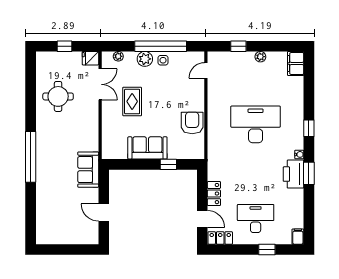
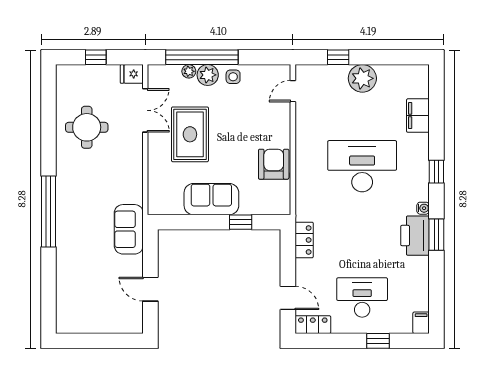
window: (161, 46) -> (202, 57), moved
plant: (118, 56) -> (189, 71), moved
plant: (260, 57) -> (362, 78), width x1.87, depth x1.87
filing cabinet: (296, 63) -> (418, 116), moved
rug: (132, 101) -> (190, 134), width x1.36, depth x1.43
locker: (214, 194) -> (304, 240), moved

